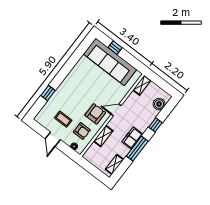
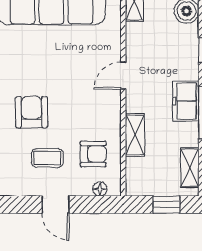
armchair: (95, 114) -> (32, 112), moved
window: (95, 172) -> (166, 205), added

